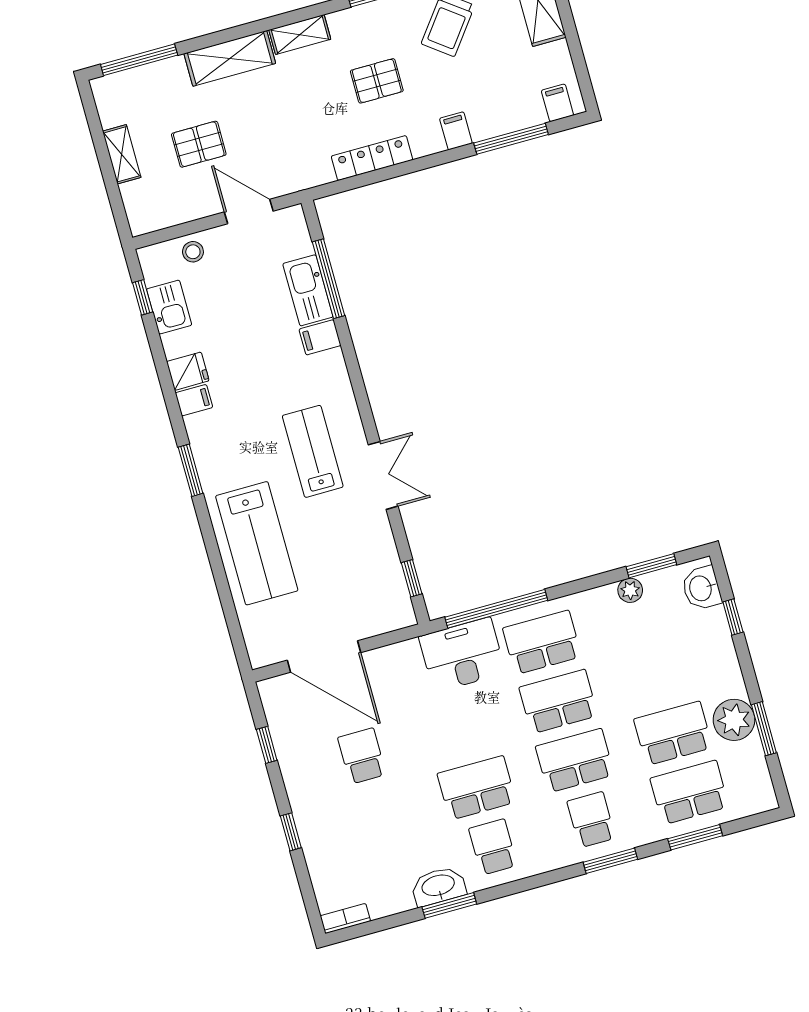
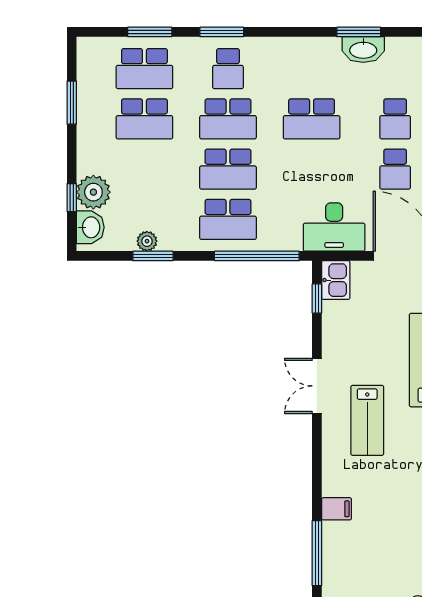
kitchen sink: (308, 290) -> (336, 280), moved, width x0.73
window: (651, 566) -> (153, 256), moved
desk: (462, 655) -> (334, 227), moved
plant: (734, 720) -> (93, 192), moved
school desk: (493, 847) -> (395, 119), moved

